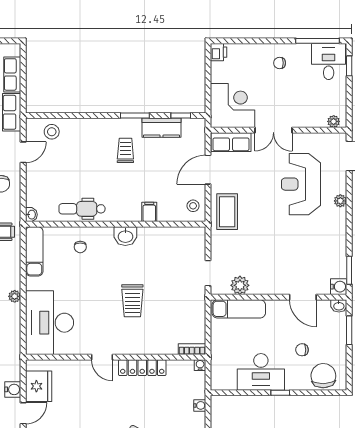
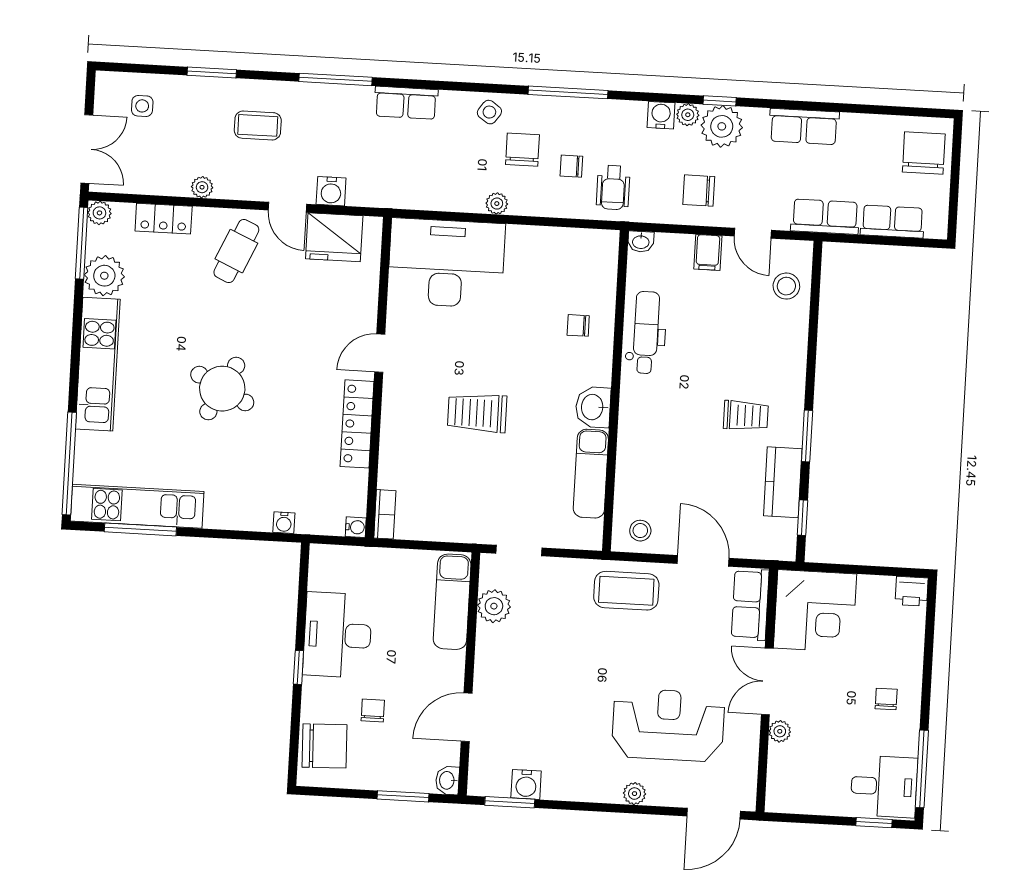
plant: (334, 121) -> (780, 731), moved
filing cabinet: (149, 212) -> (708, 252), moved, turned 90
exam couch: (34, 251) -> (591, 474), moved, turned 90
water cooler: (339, 287) -> (526, 784), moved

